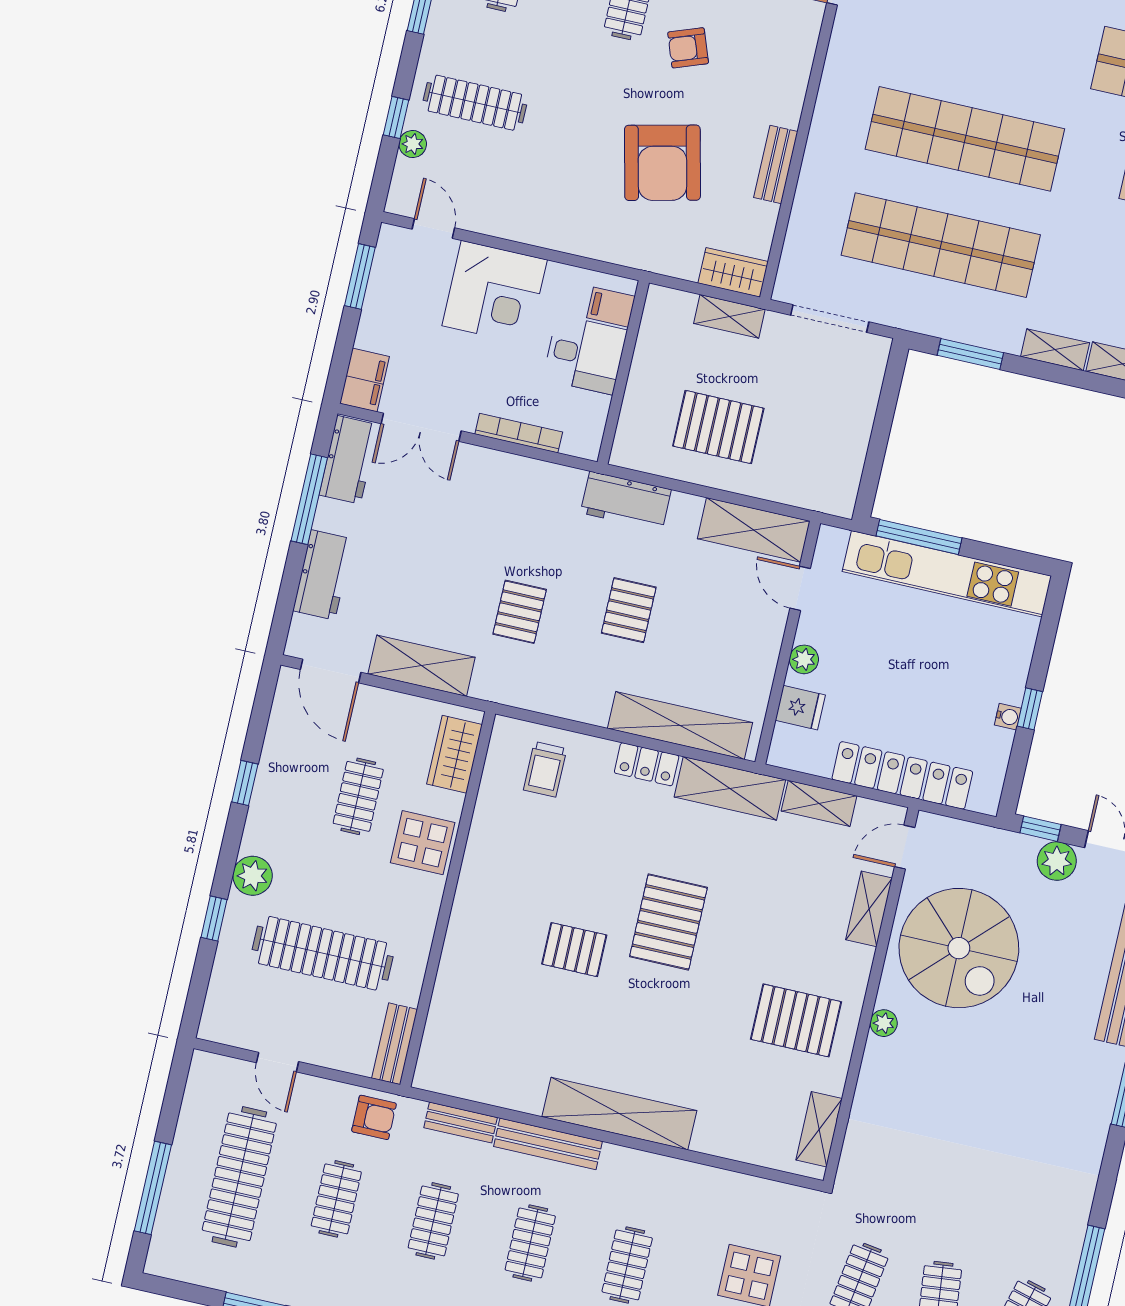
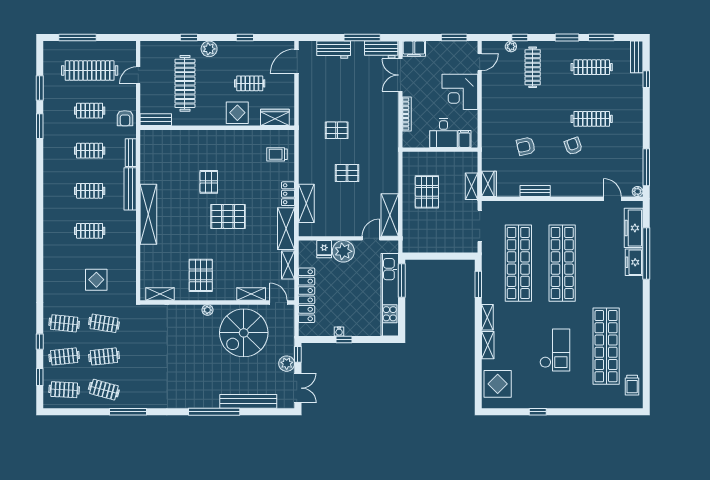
armchair: (662, 163) -> (526, 146), width x0.53, depth x0.53
workbench: (626, 501) -> (390, 162), removed
plant: (804, 659) -> (343, 251), width x1.87, depth x1.87
shelving: (422, 666) -> (307, 97), removed
shelving: (680, 725) -> (306, 203), width x0.68

